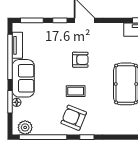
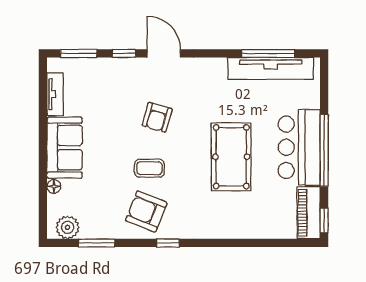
window: (10, 57) -> (43, 113), removed
armchair: (80, 60) -> (157, 117), turned 106
window: (10, 102) -> (43, 186), removed
window: (43, 137) -> (97, 243), width x0.47

